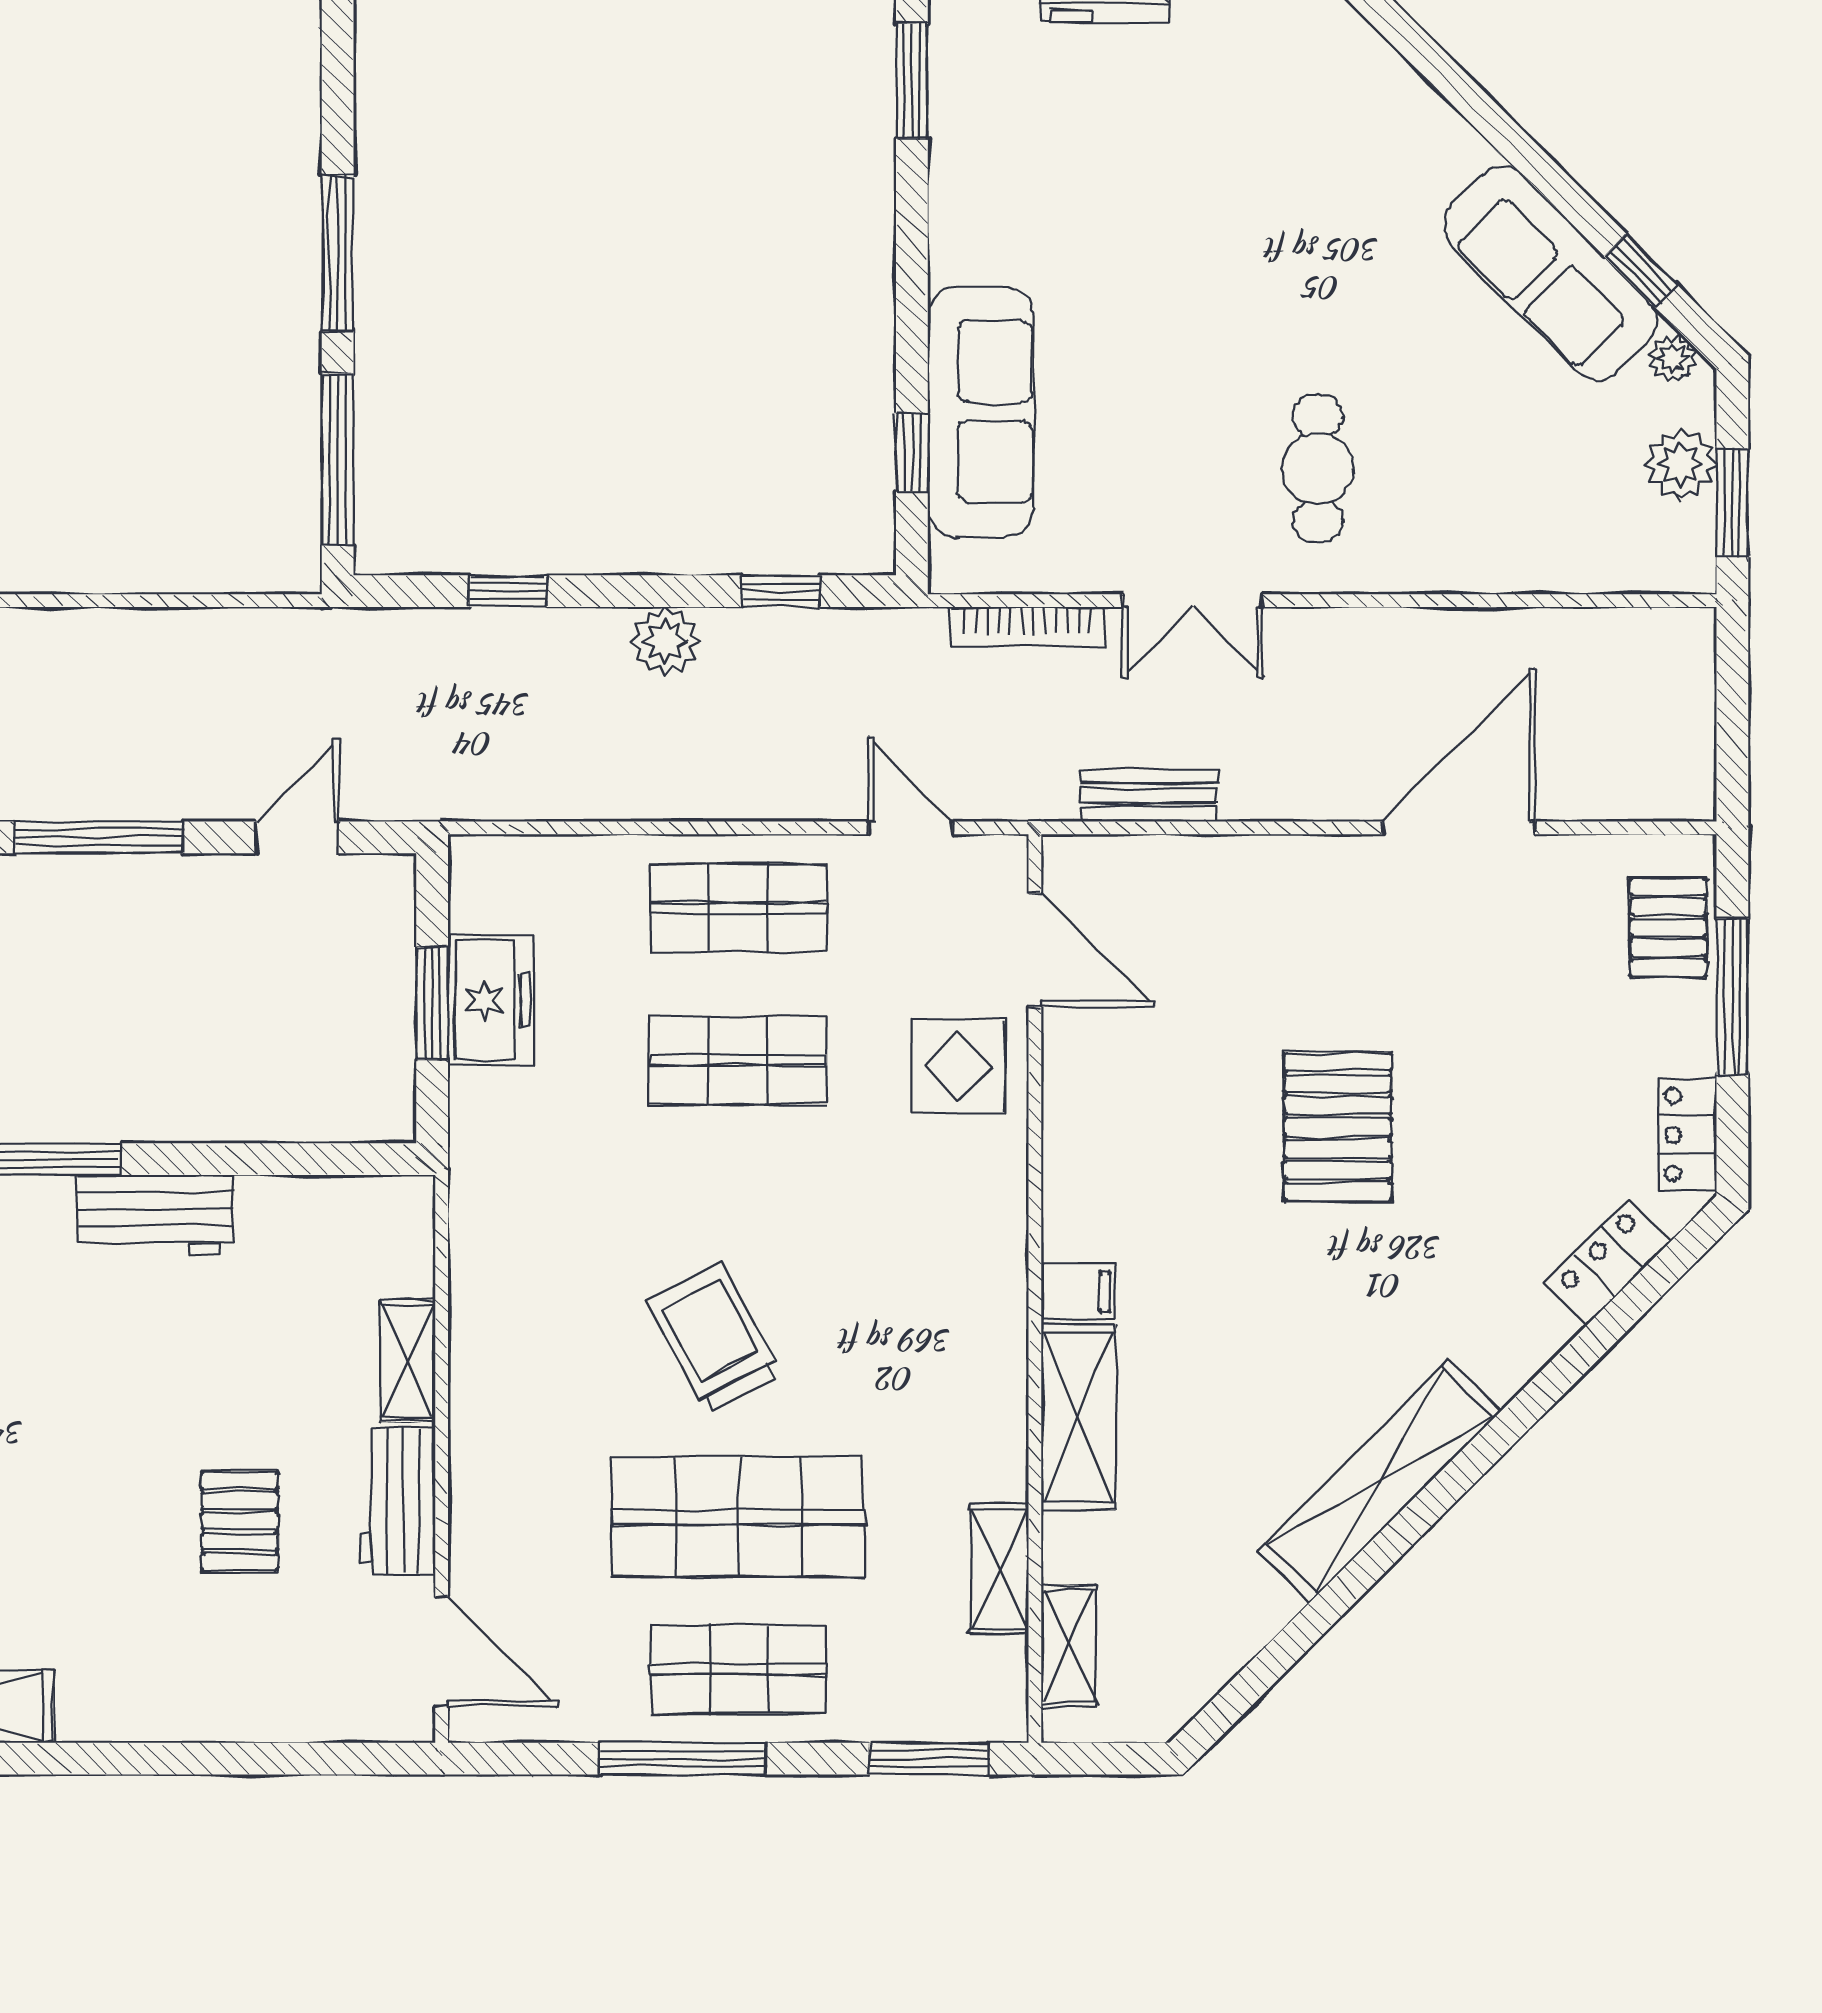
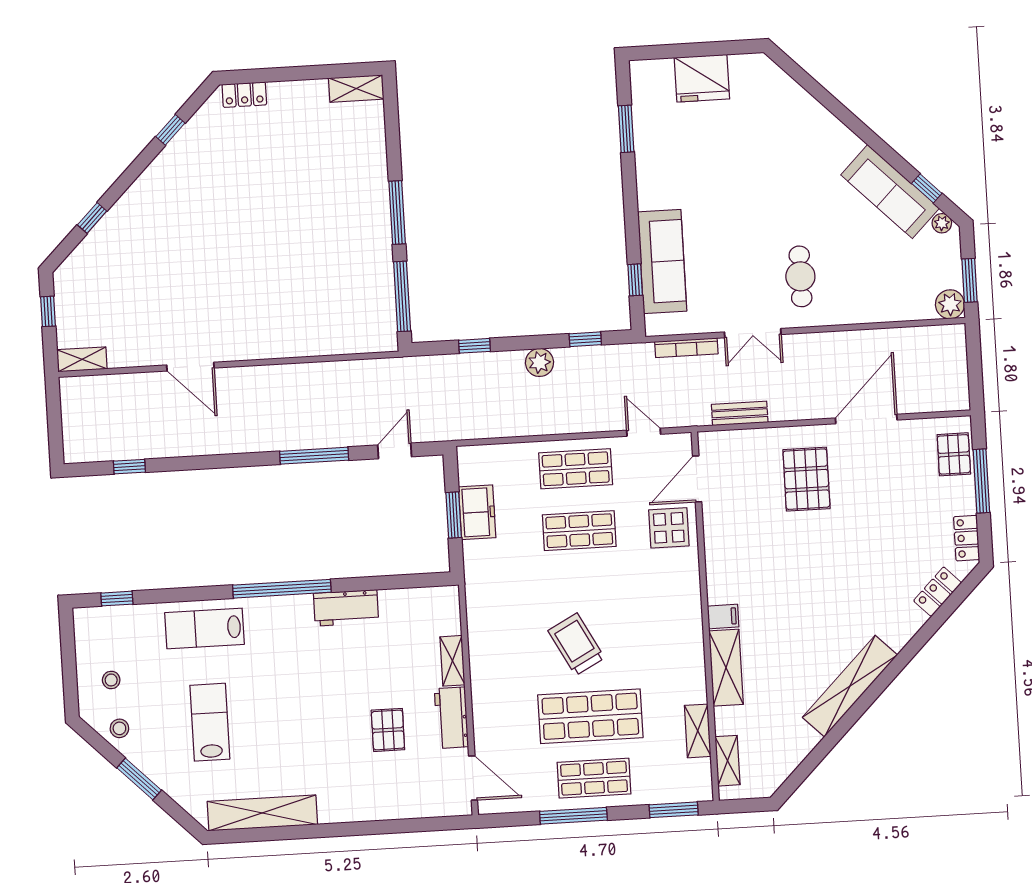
plant: (1681, 464) -> (950, 304), moved
door: (1035, 950) -> (697, 479), swing flipped
pallet: (1338, 1127) -> (806, 479), moved

